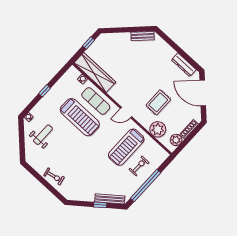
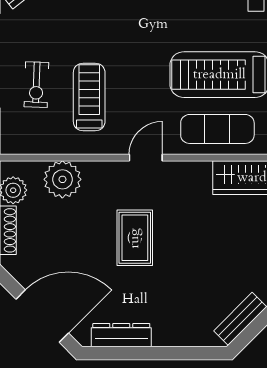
rug: (158, 102) -> (135, 238), moved
treadmill: (126, 147) -> (89, 97), width x0.73, depth x0.73

